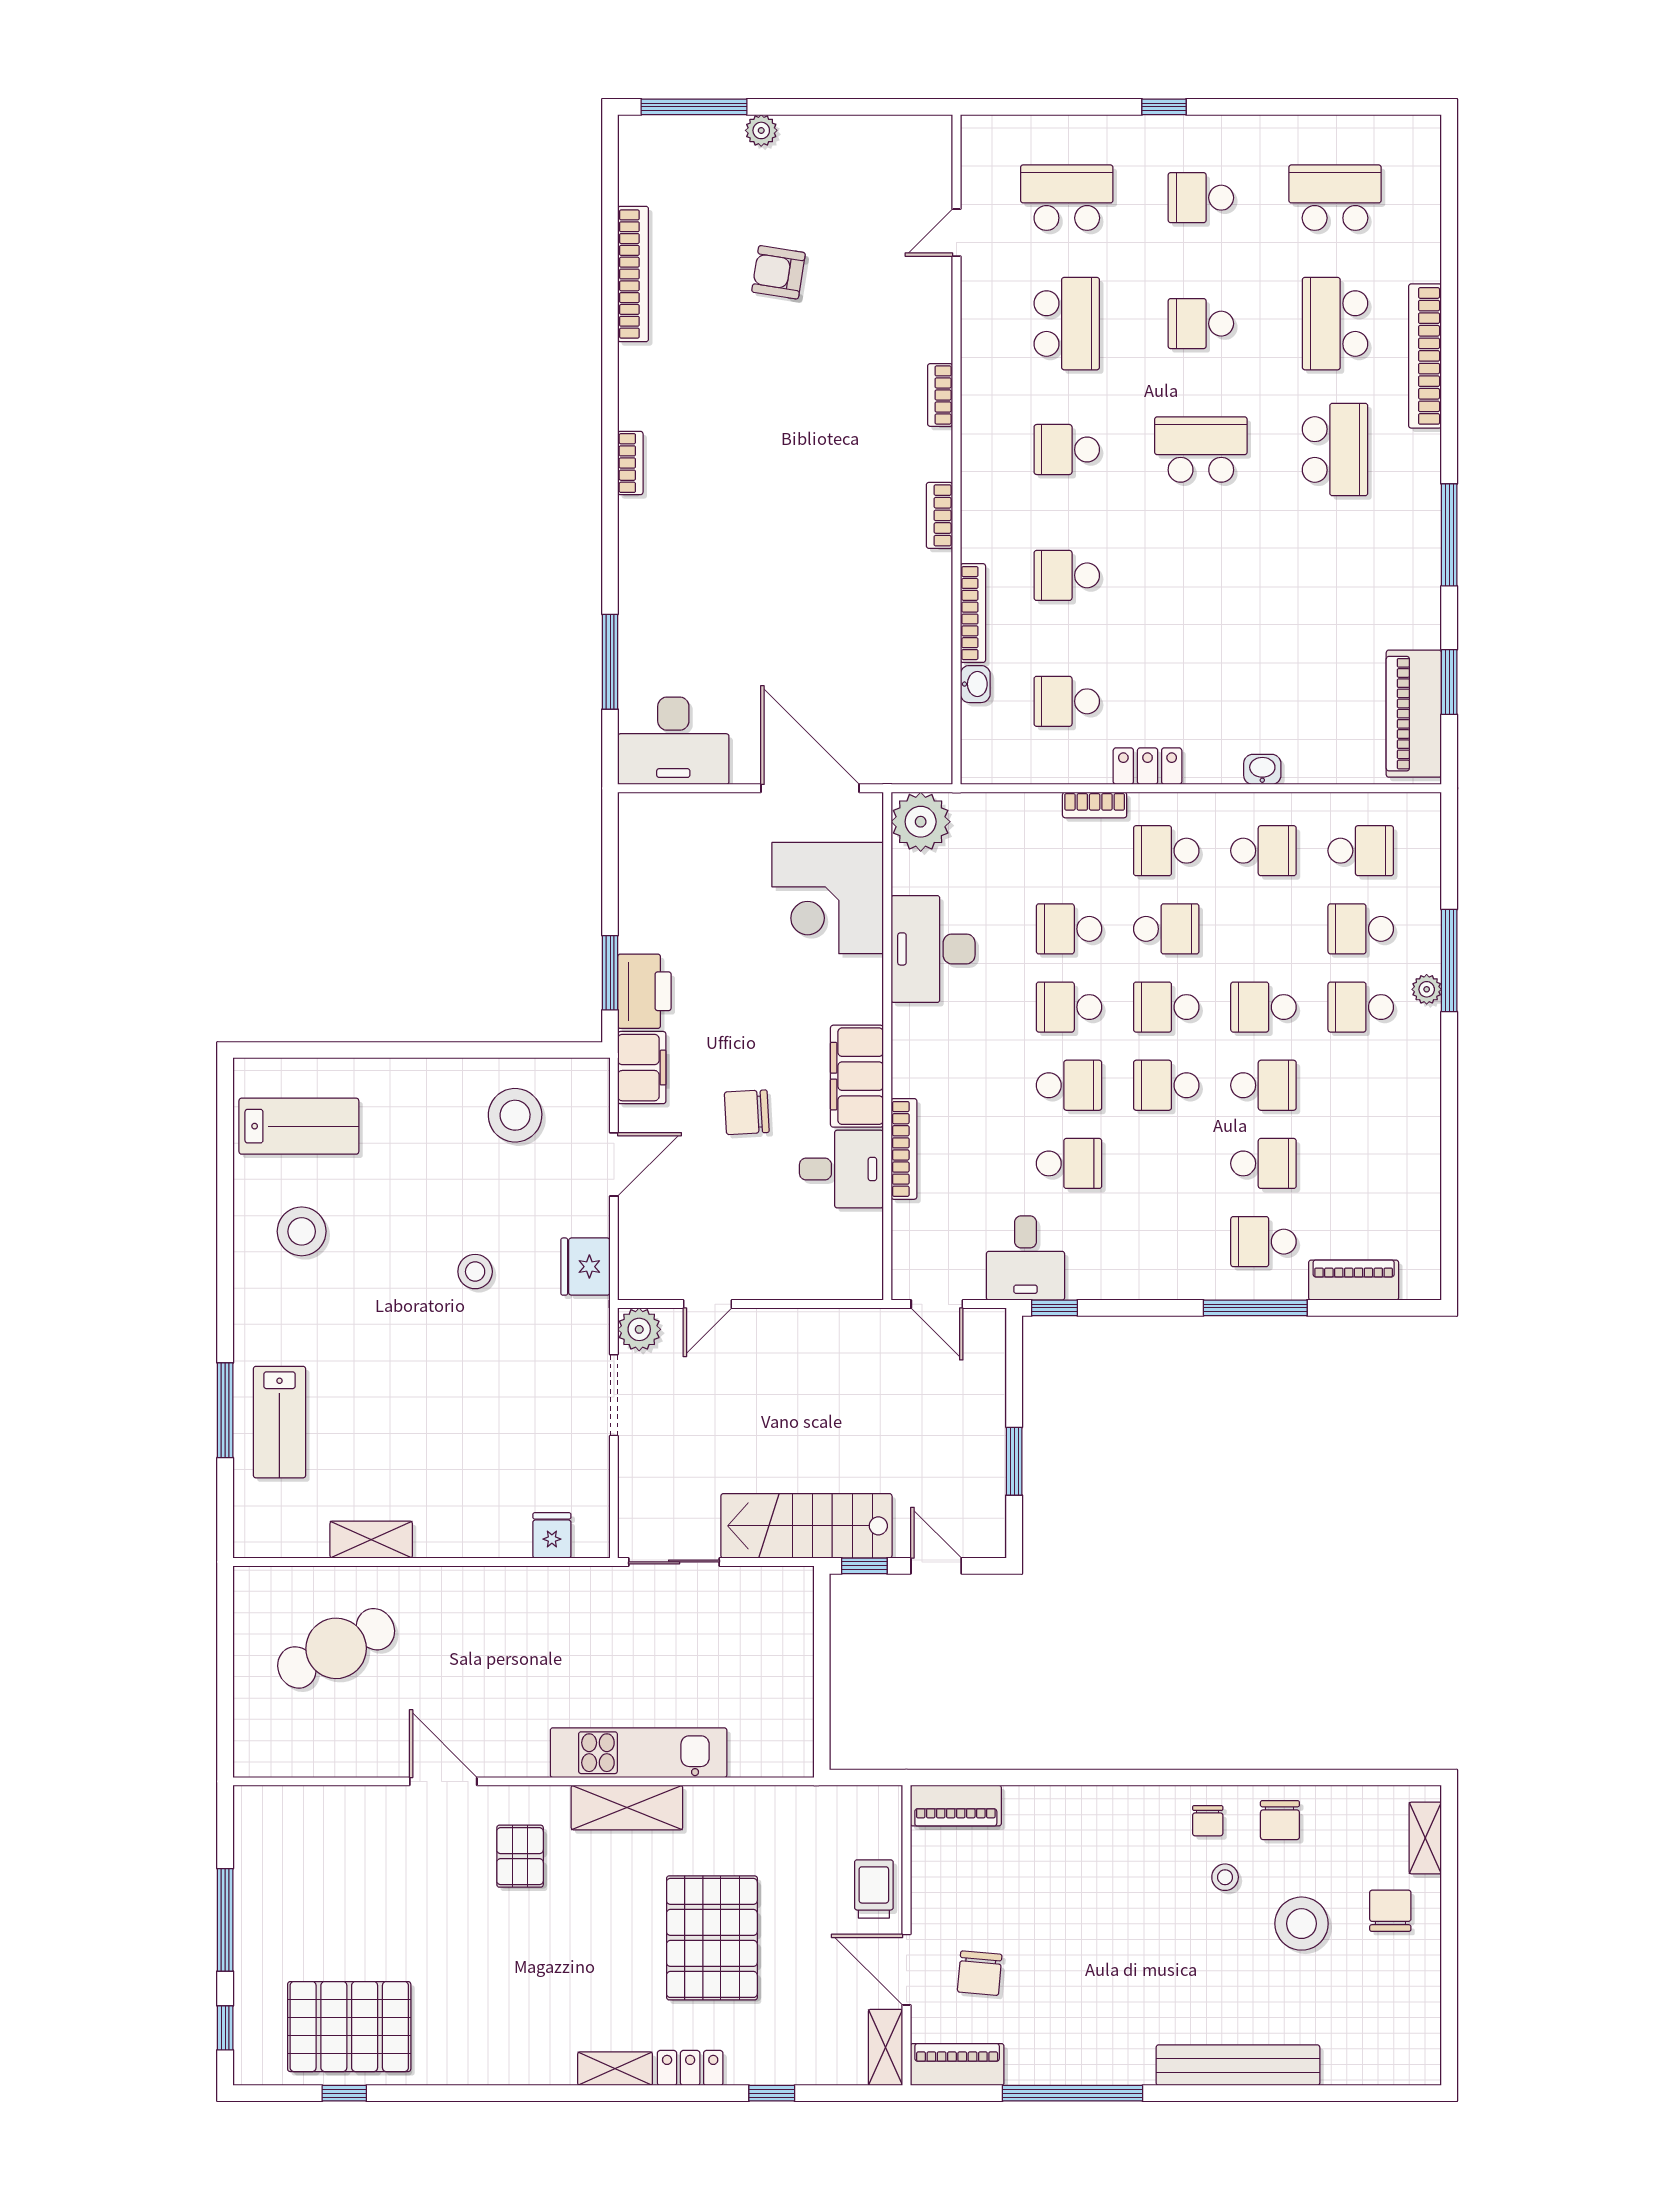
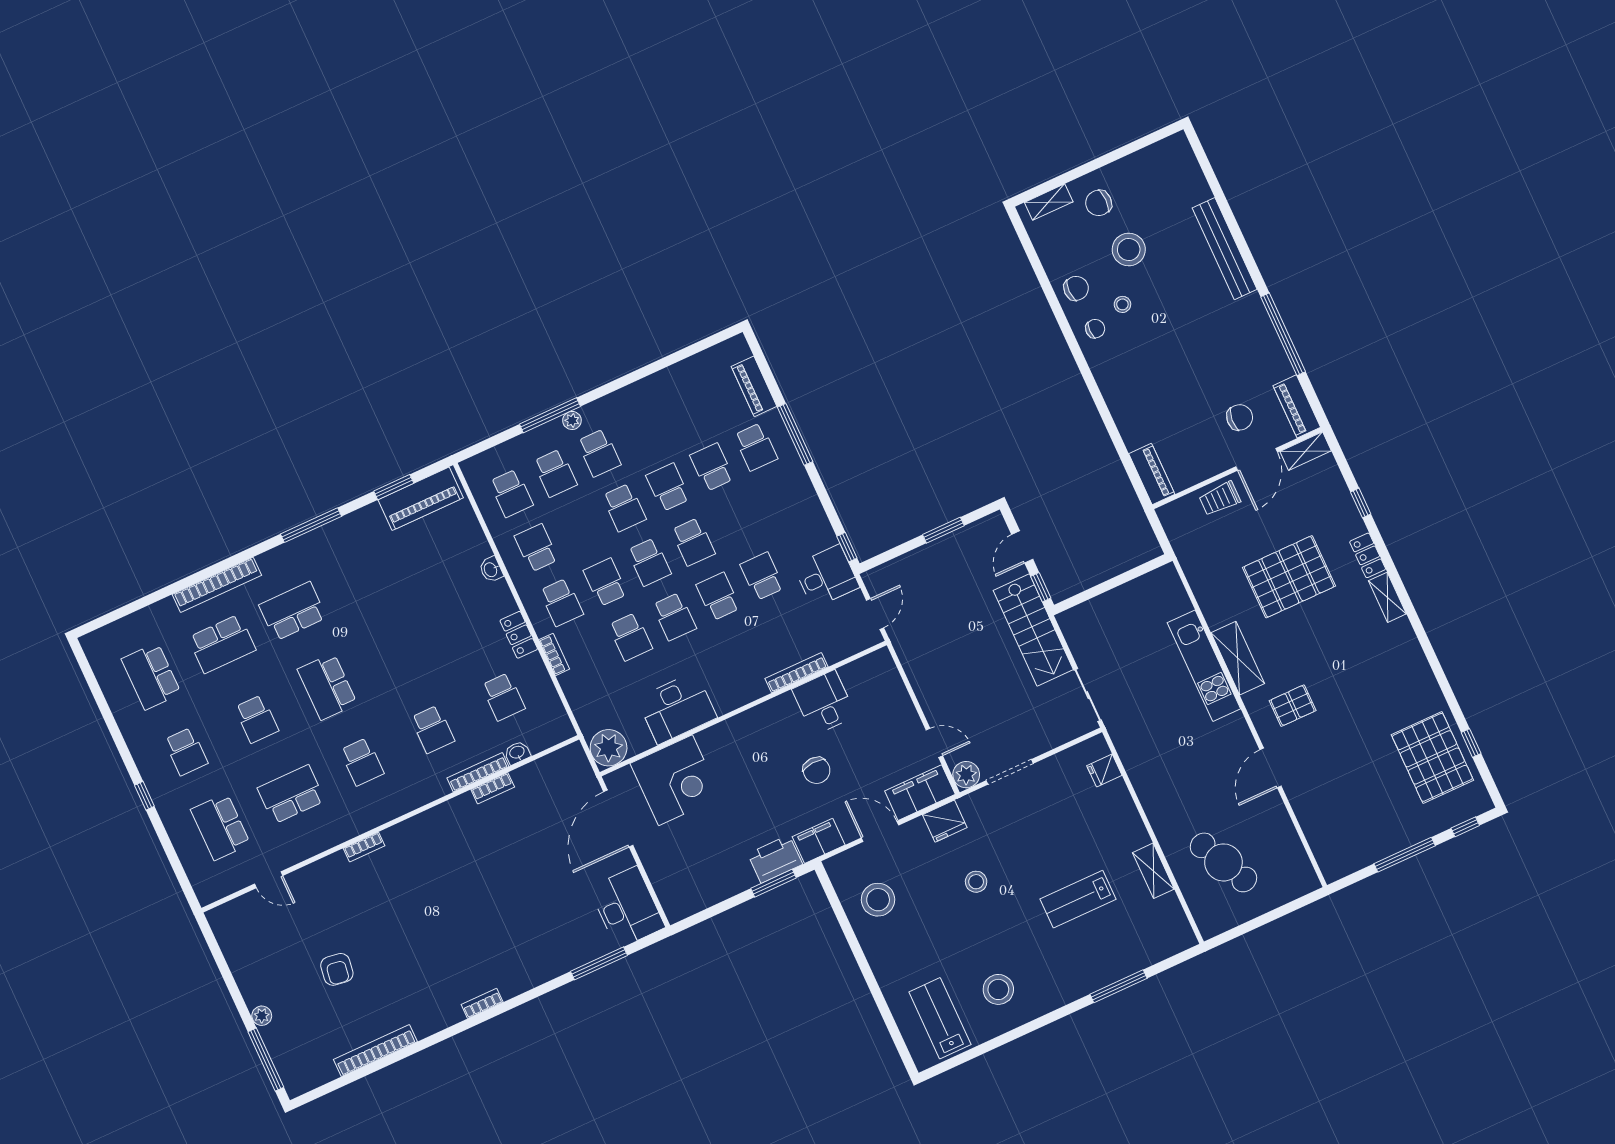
bookcase: (939, 515) -> (493, 788), moved
school desk: (1361, 851) -> (511, 493), turned 180
filing cabinet: (857, 1076) -> (920, 793), moved, turned 180
lab bench: (279, 1422) -> (1078, 899), moved, turned 180

